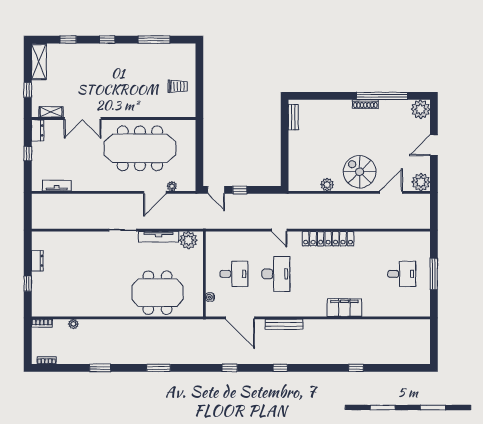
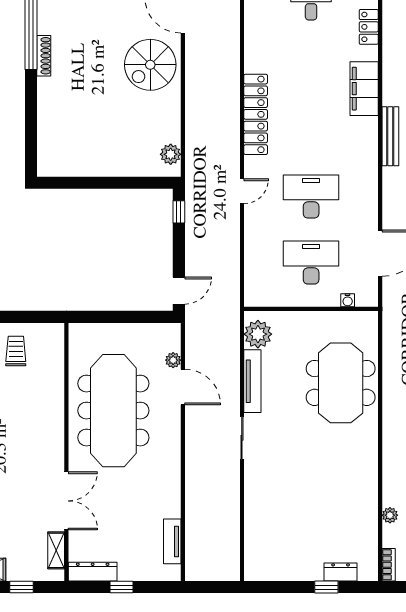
bench: (293, 117) -> (64, 169), removed
dresser: (38, 130) -> (93, 572), width x1.44
plant: (327, 185) -> (171, 154), moved
window: (240, 190) -> (179, 212), moved
dresser: (37, 261) -> (341, 572), moved
desk: (234, 274) -> (311, 263), width x1.37
locker: (384, 311) -> (369, 27), added
bench: (284, 324) -> (390, 136), moved

